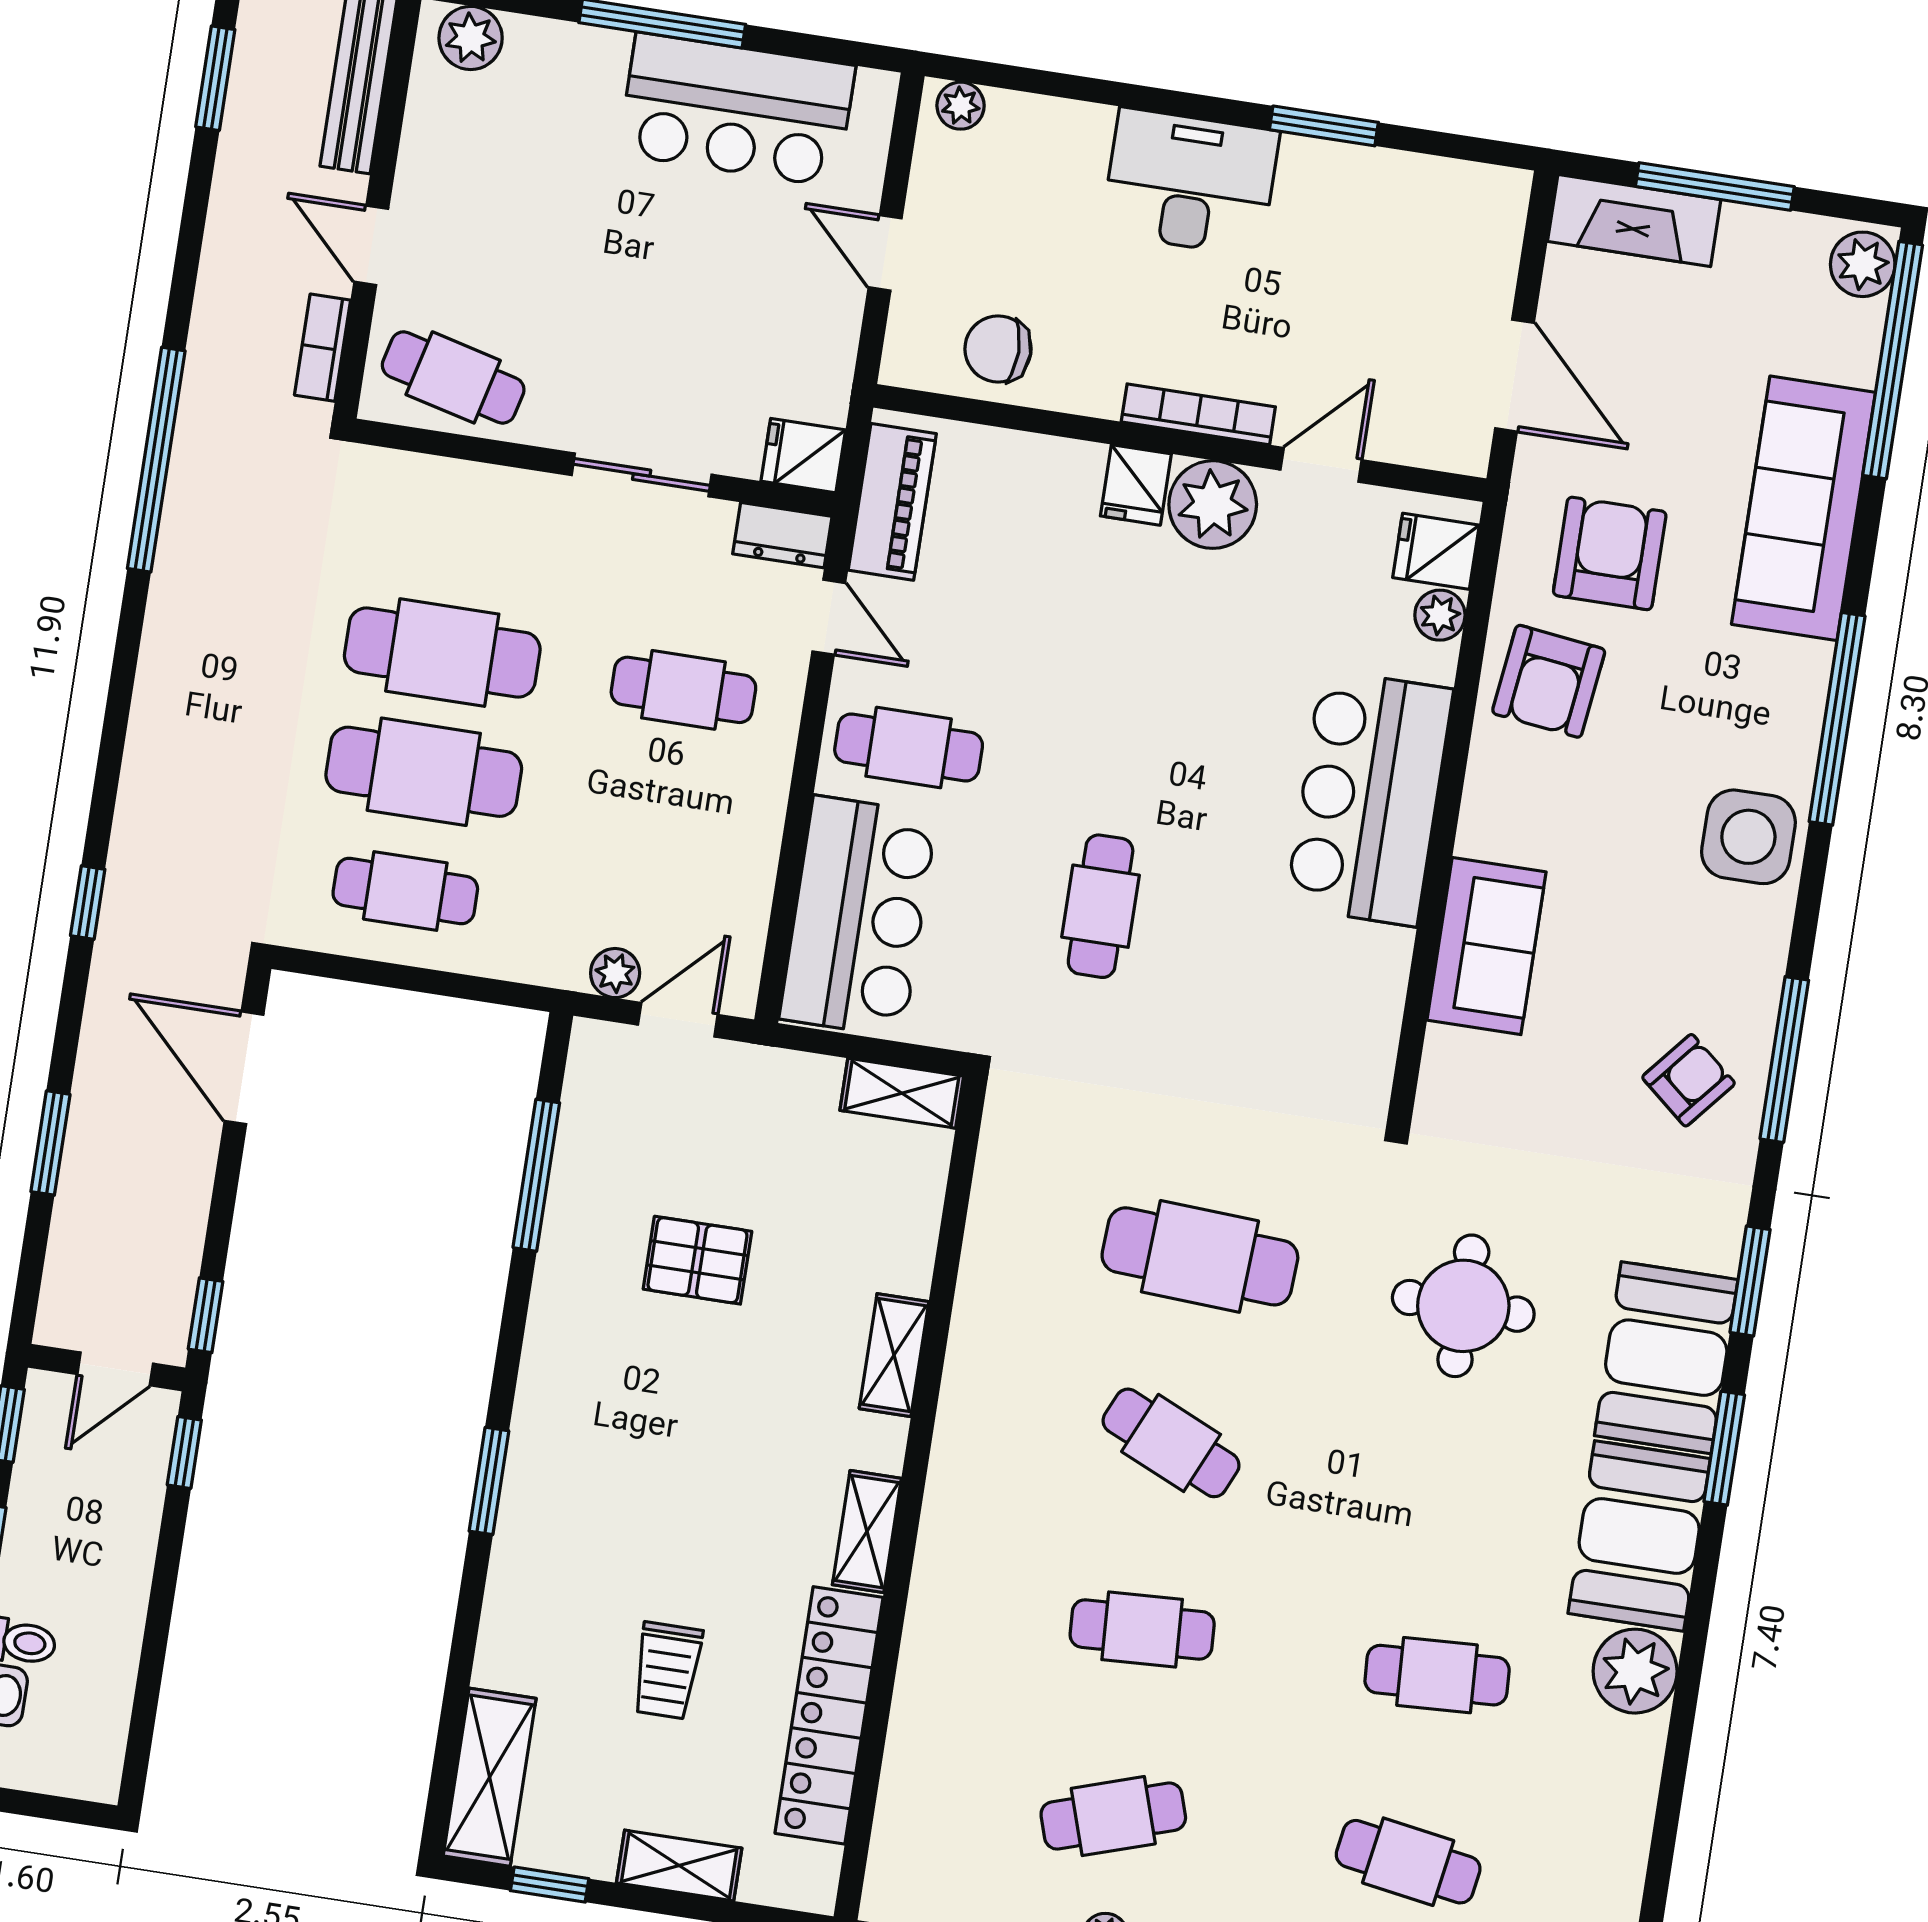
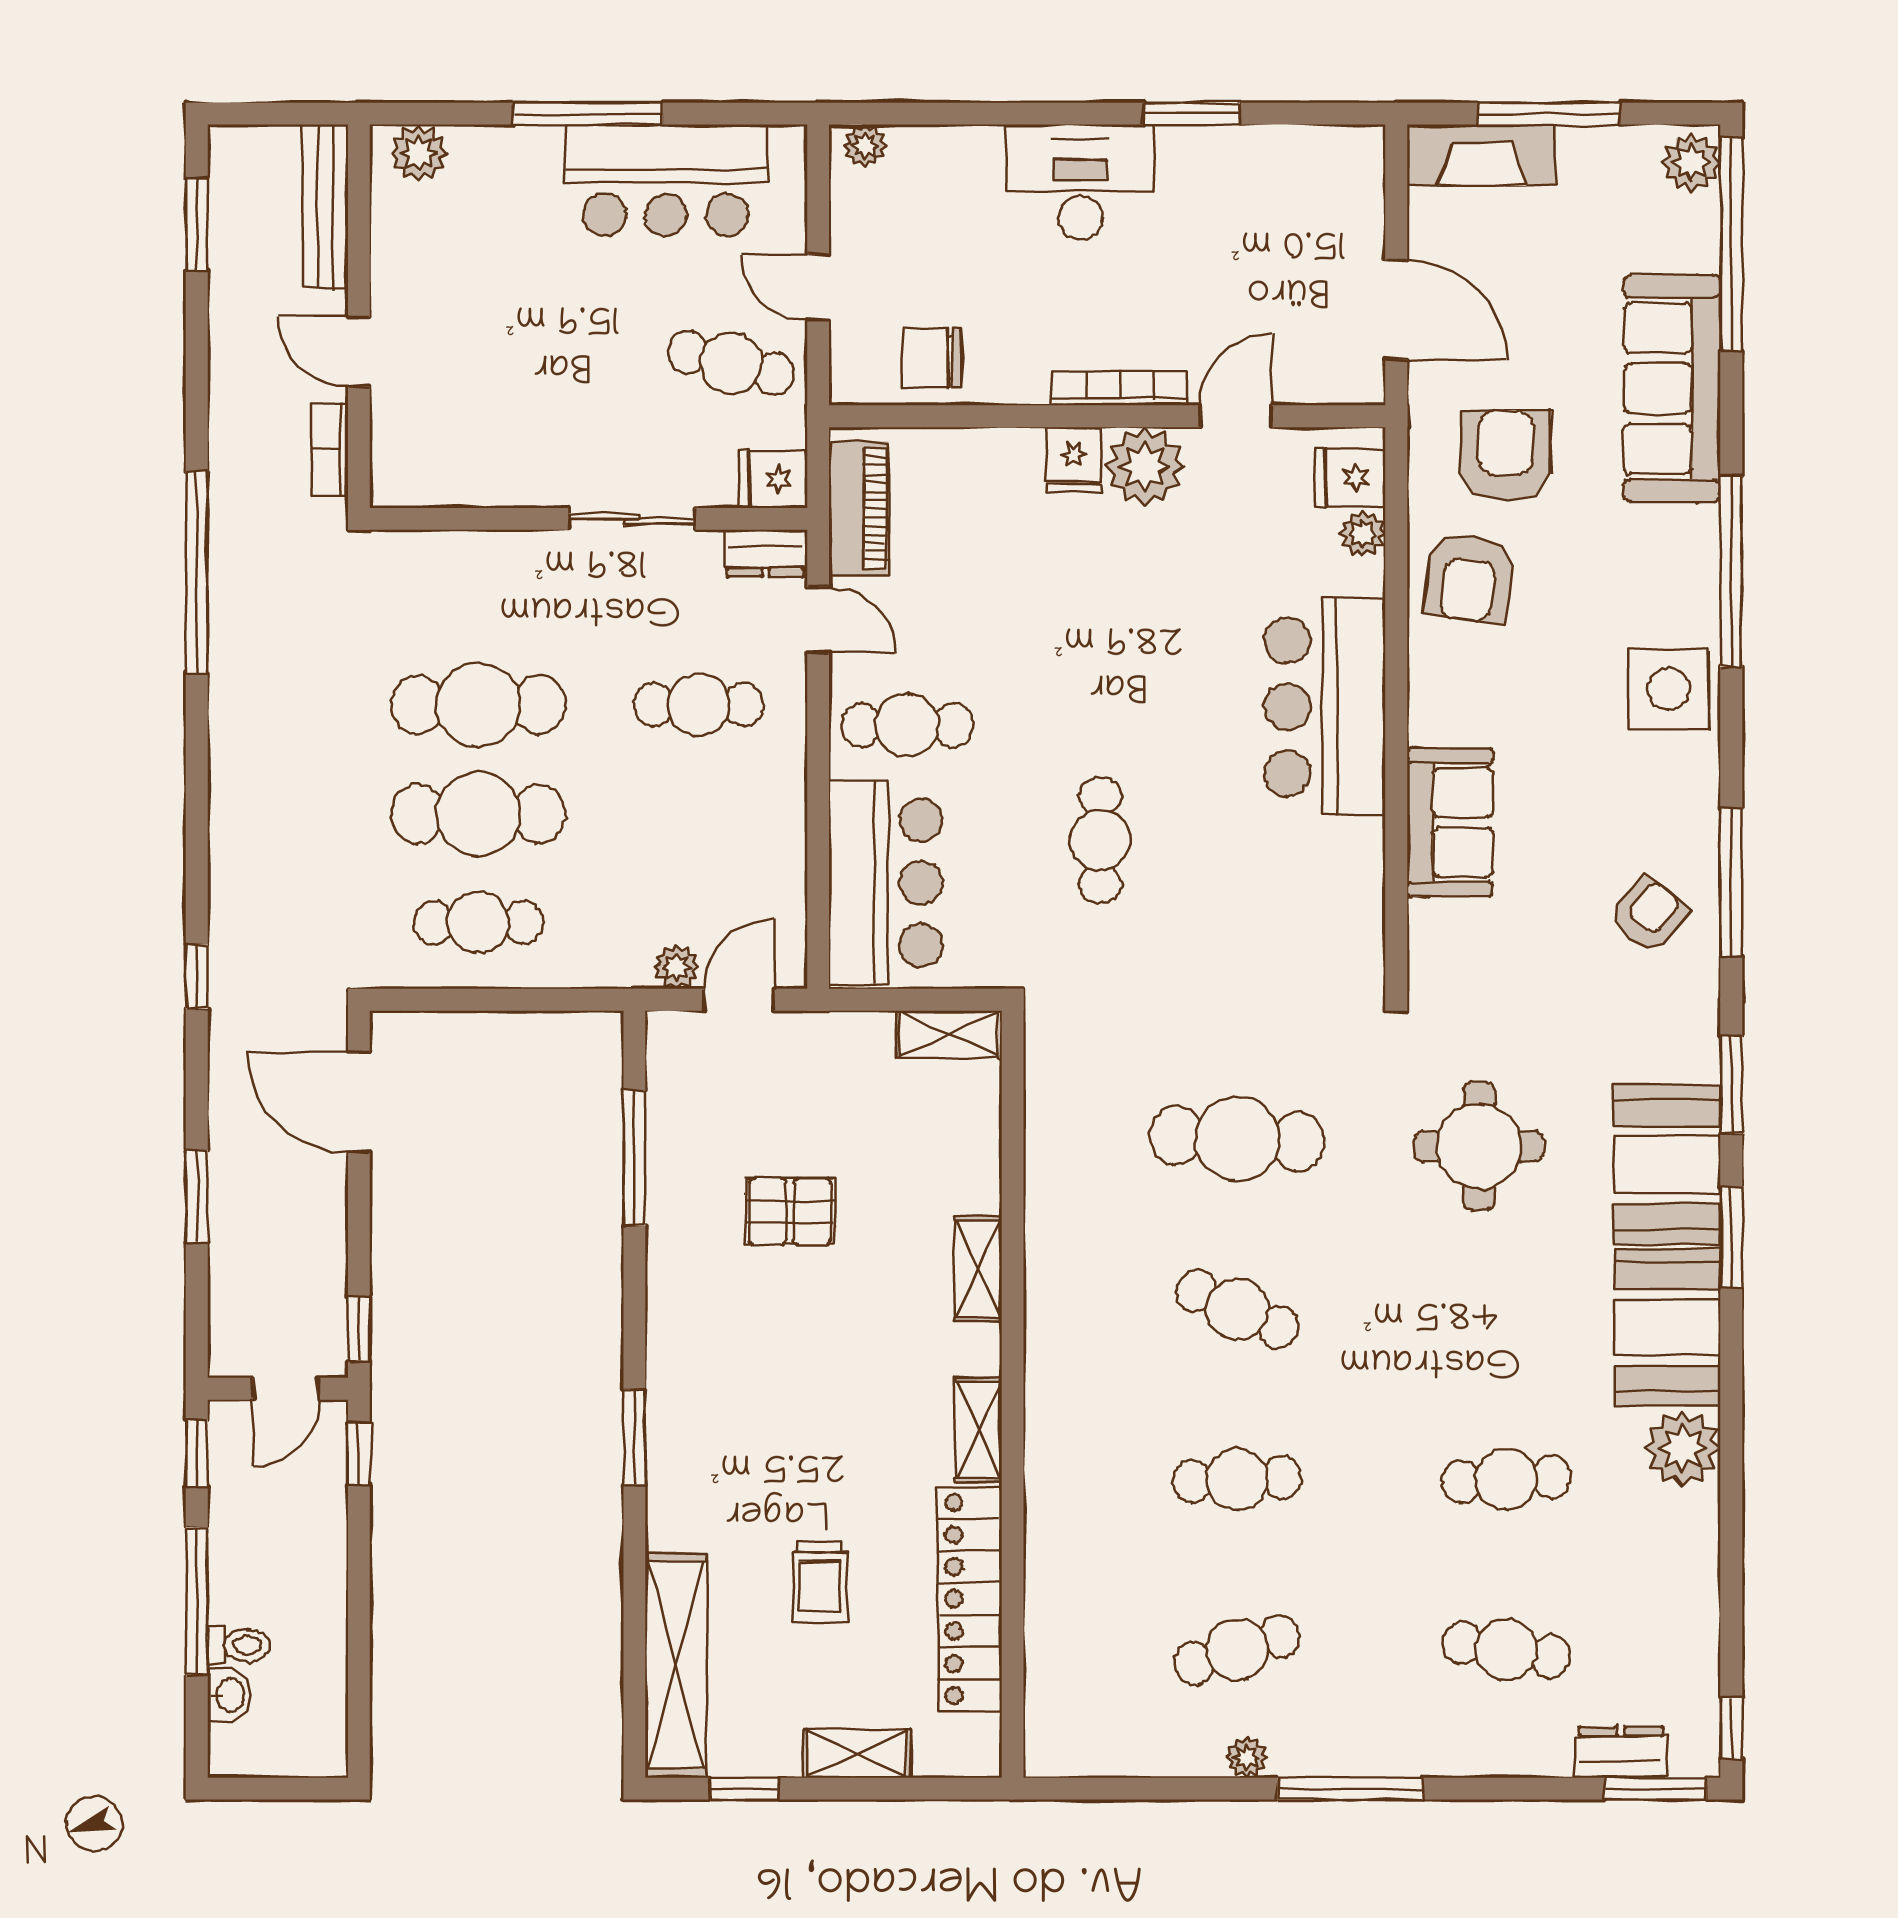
cafe table: (453, 377) -> (731, 363), moved
shelving: (490, 1777) -> (676, 1665), width x1.47

